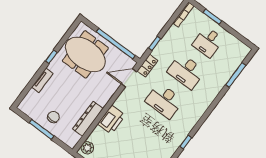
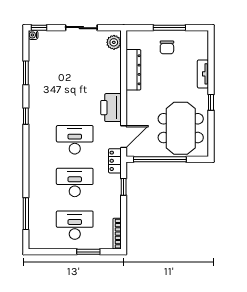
desk: (208, 42) -> (75, 225), width x1.37
meeting table: (85, 54) -> (181, 128), turned 90
printer: (111, 120) -> (111, 108), moved

